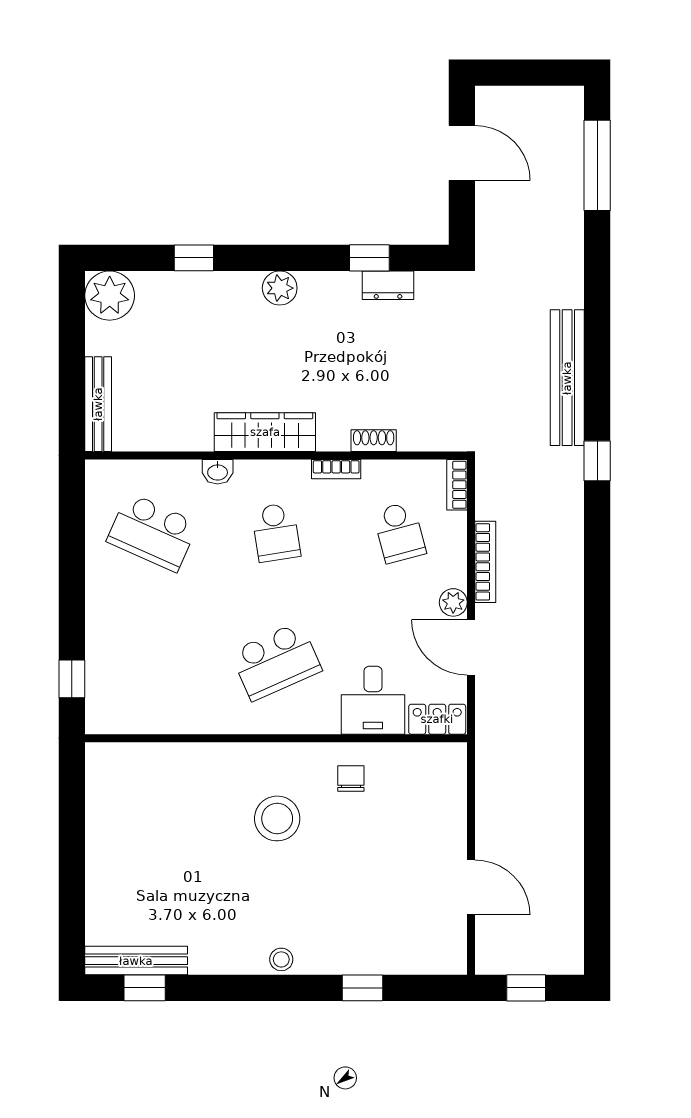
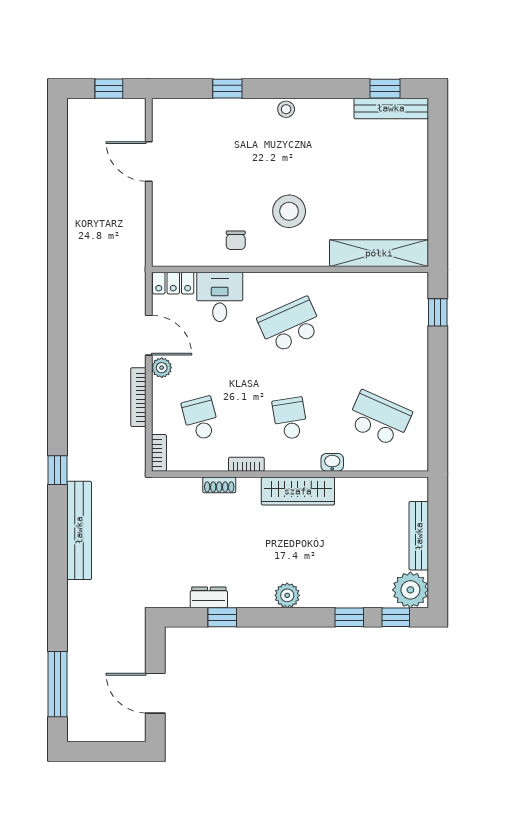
window: (130, 258) -> (396, 617), added
bench: (98, 404) -> (419, 536), moved
shelving: (153, 761) -> (379, 253), added

